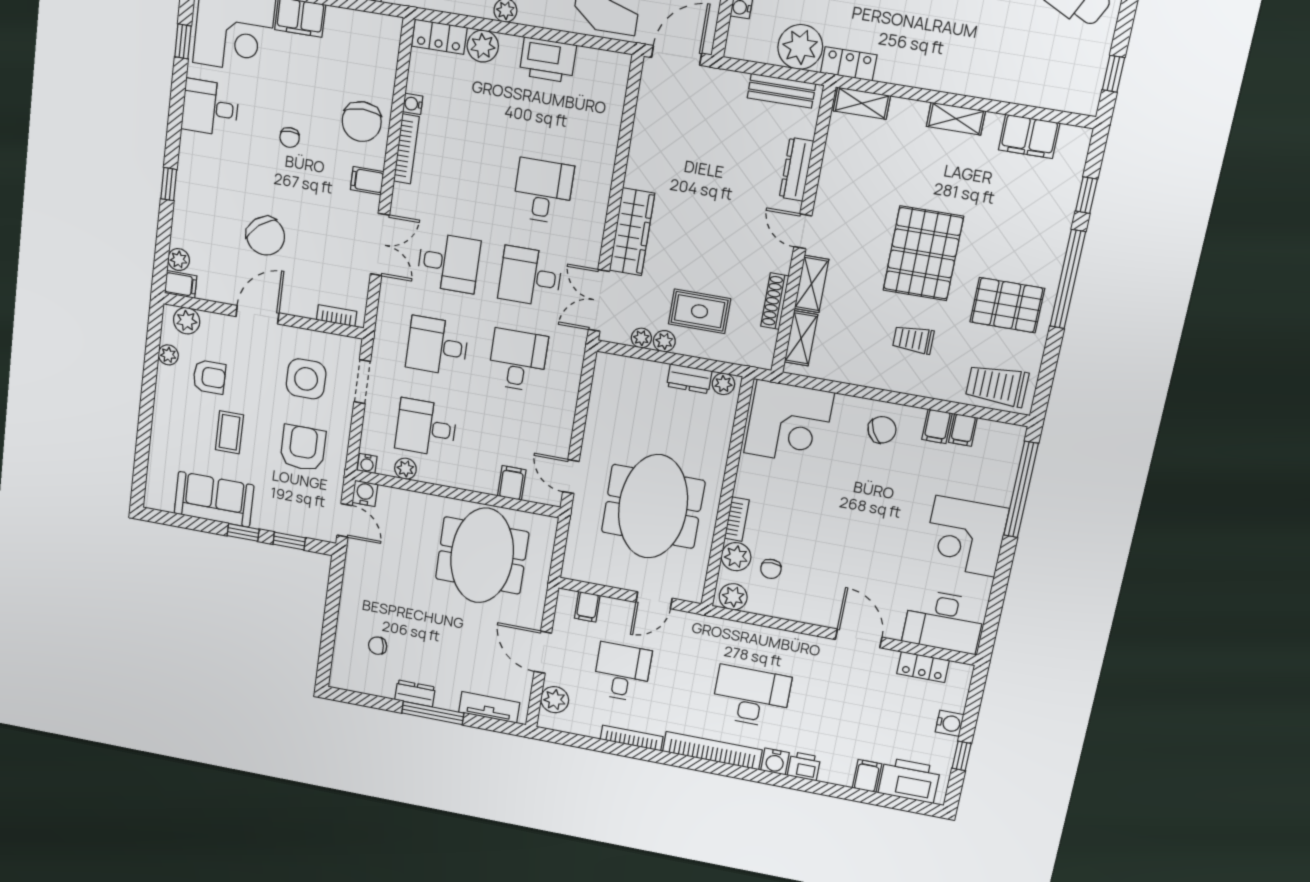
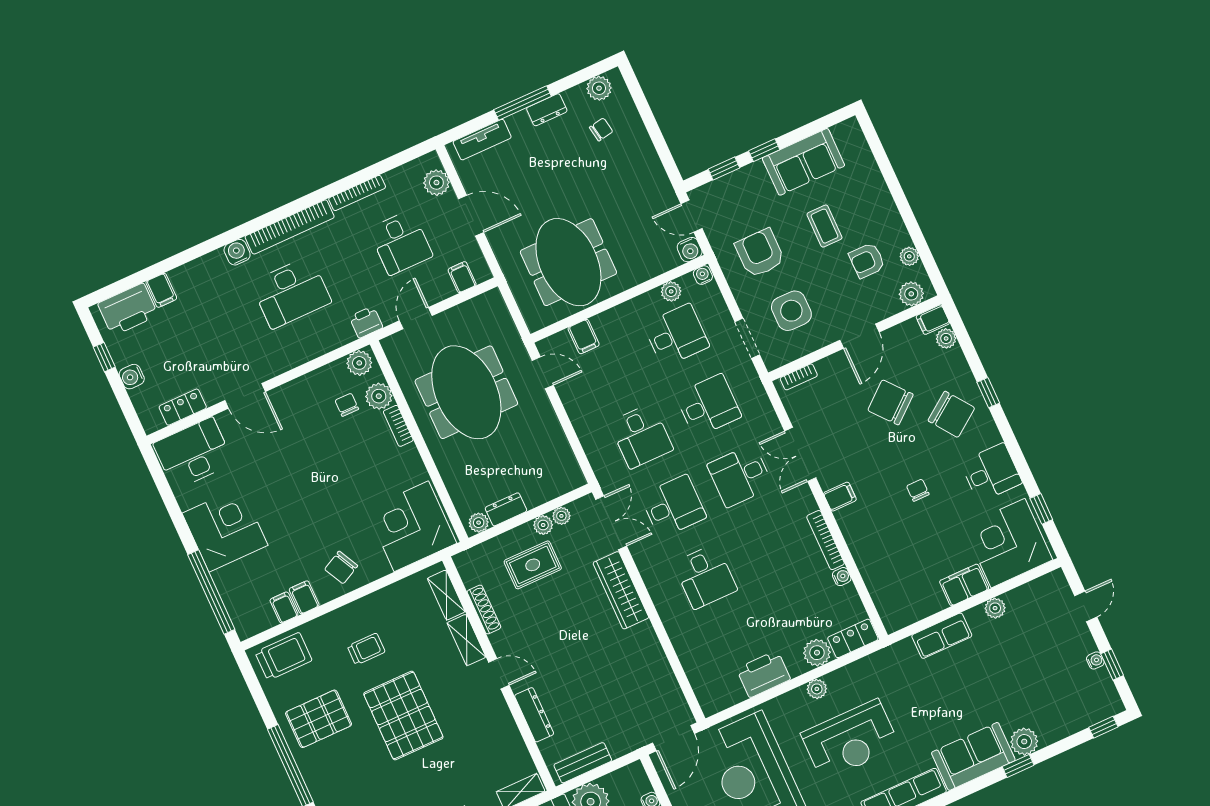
chair: (362, 122) -> (951, 414), moved, turned 144
armchair: (303, 448) -> (760, 253), turned 180
plant: (357, 680) -> (599, 88), added
printer: (804, 766) -> (366, 322), moved, turned 180

